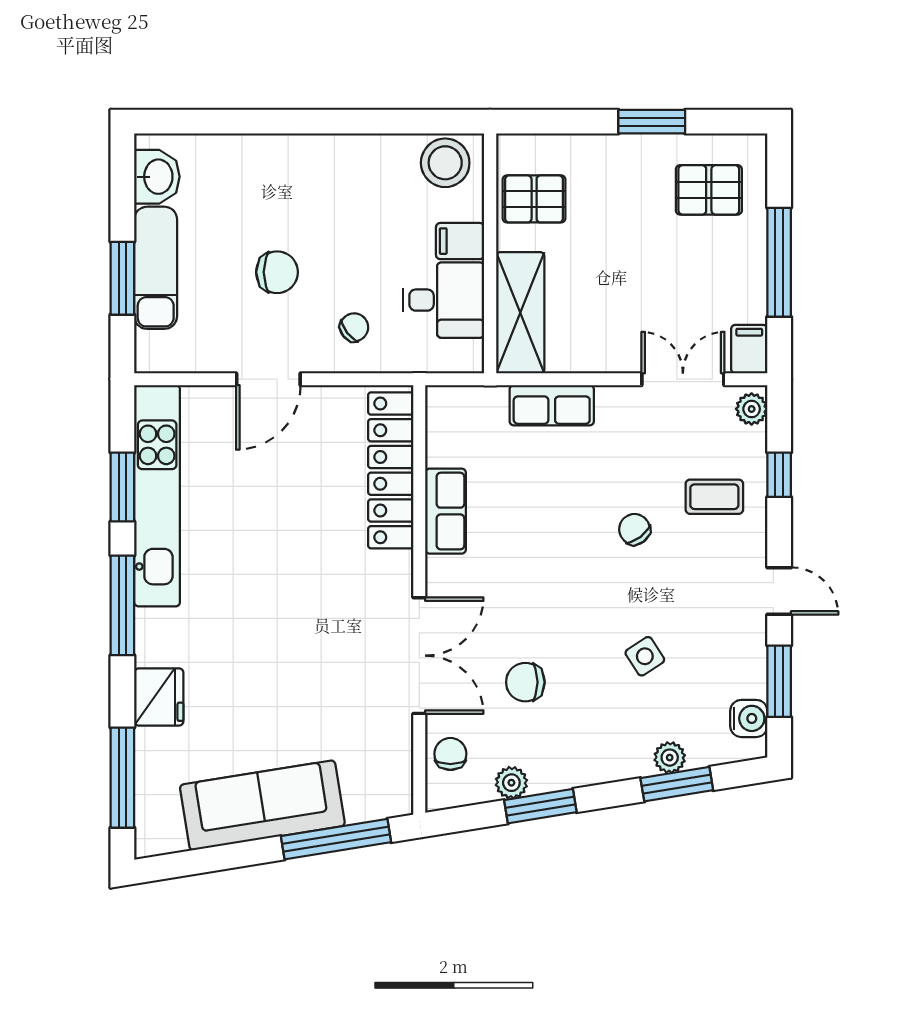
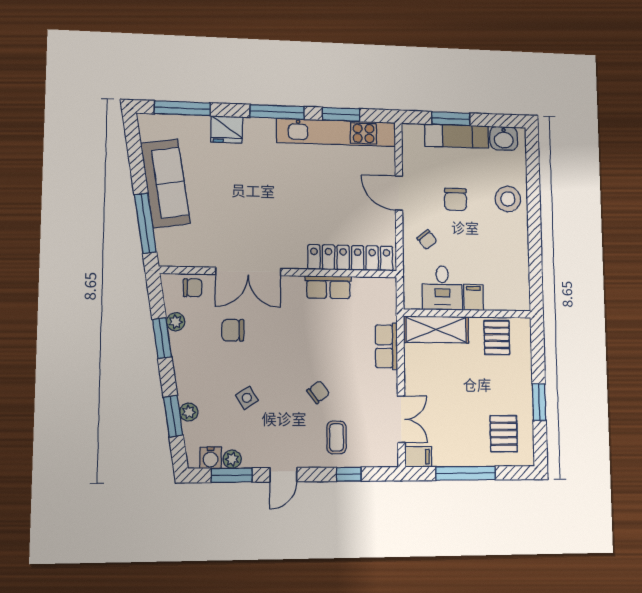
stool: (445, 163) -> (508, 199), moved
plant: (752, 409) -> (232, 459), moved
chair: (525, 682) -> (233, 330), turned -90

